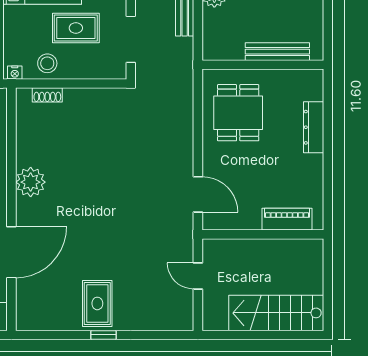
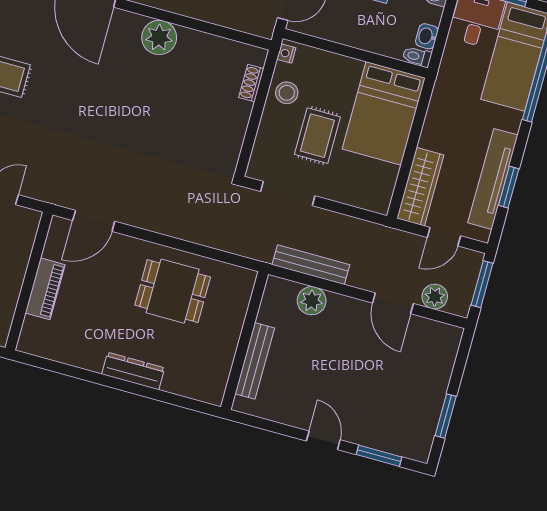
bench: (277, 52) -> (255, 361), moved
wall: (263, 65) -> (245, 341), moved
piano: (287, 219) -> (45, 289), moved

